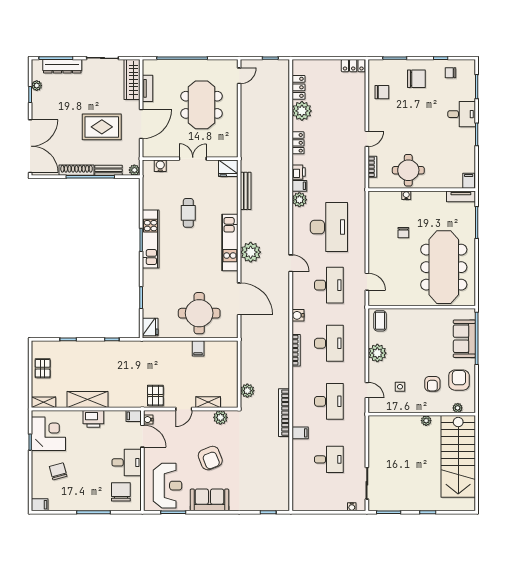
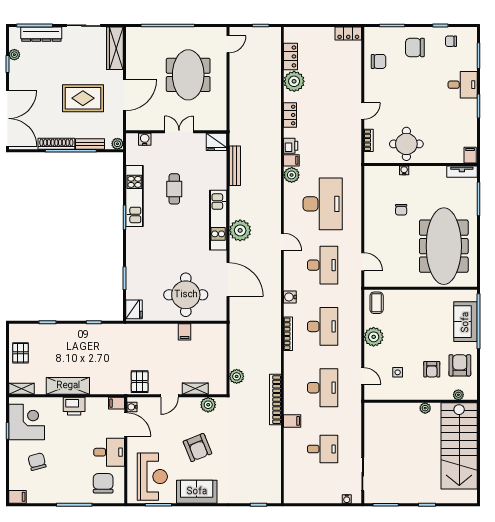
chair: (416, 79) -> (415, 47), turned 180
tv unit: (147, 88) -> (131, 58), removed
kitchen unit: (151, 239) -> (134, 196), moved

